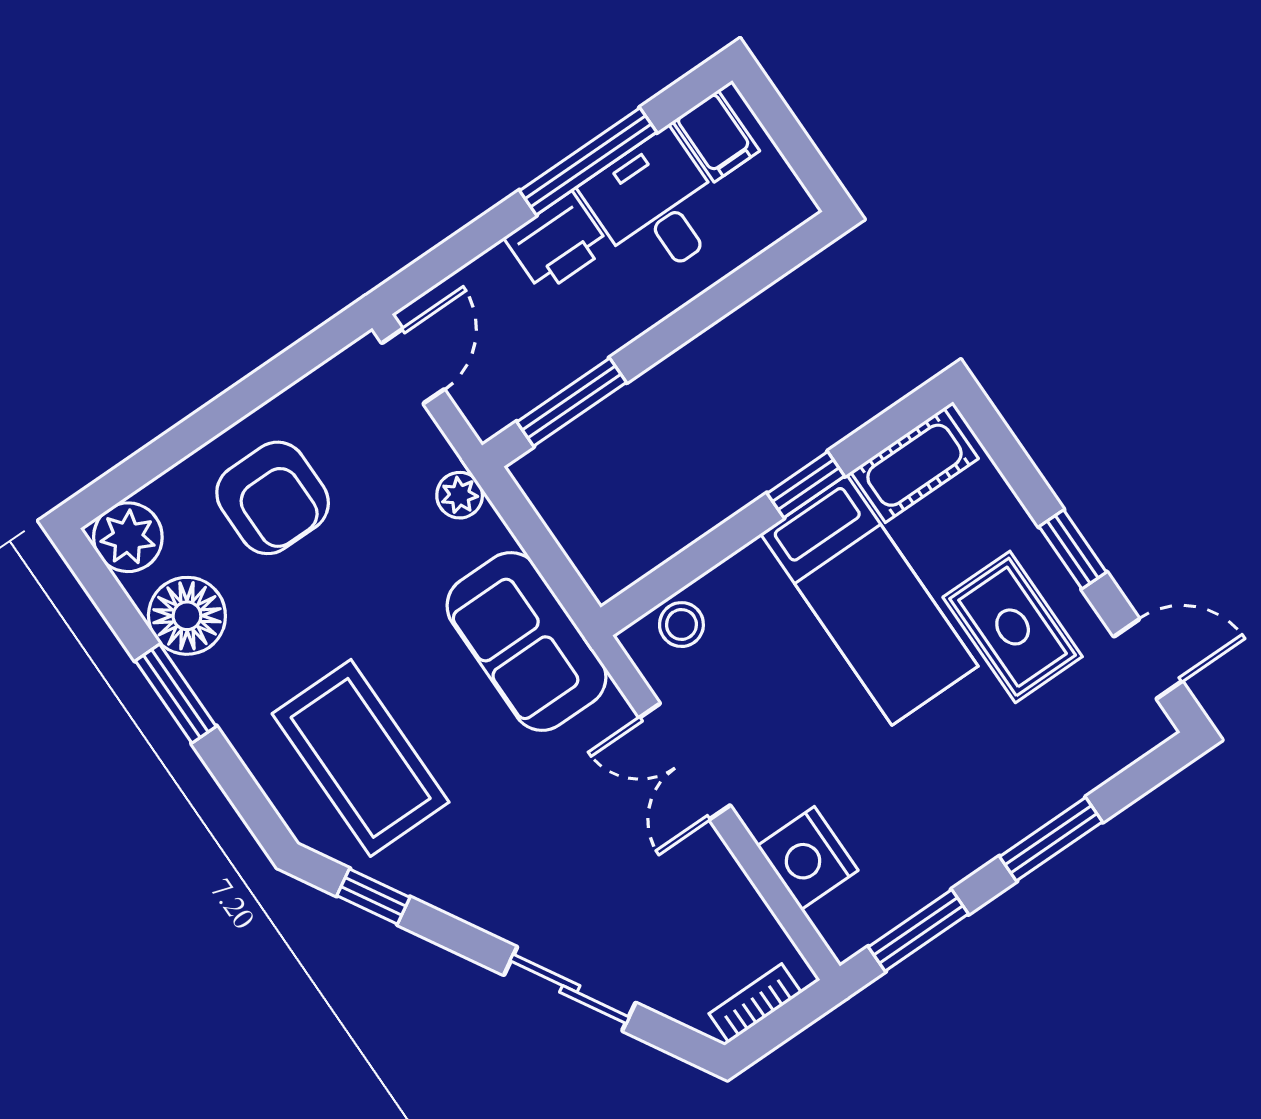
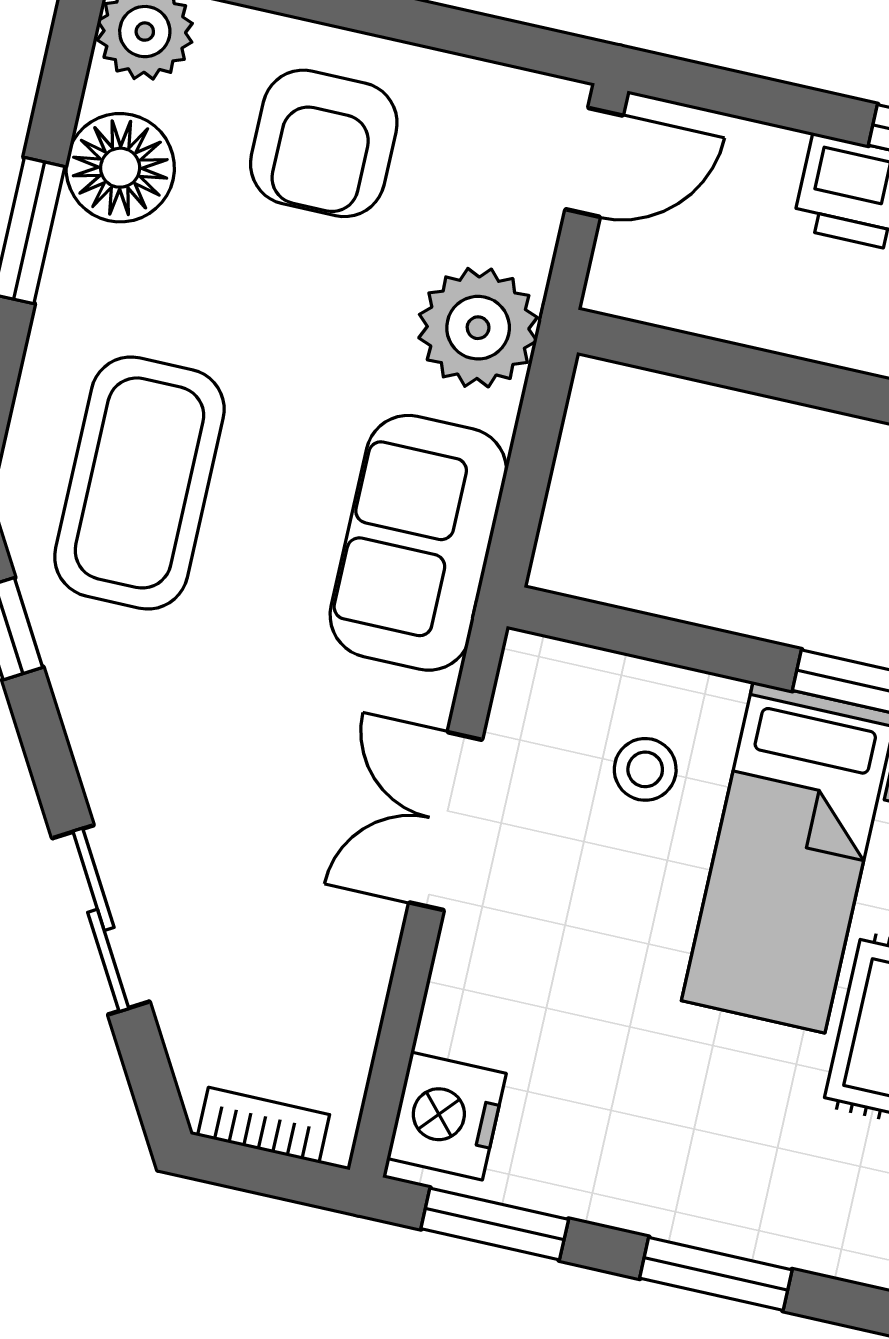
window: (572, 402) -> (709, 360), removed
plant: (460, 495) -> (478, 328), width x1.88, depth x1.88
stool: (681, 625) -> (645, 769), moved
nightstand: (808, 858) -> (447, 1116), moved

